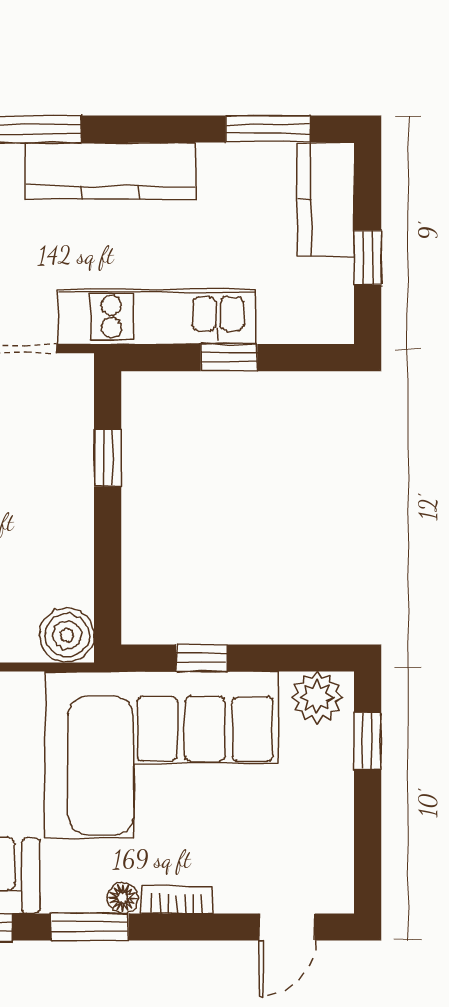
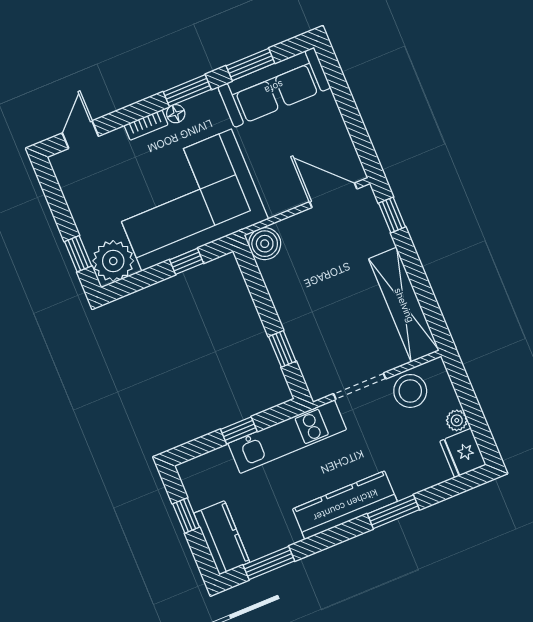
plant: (317, 697) -> (113, 261), width x1.36, depth x1.36

